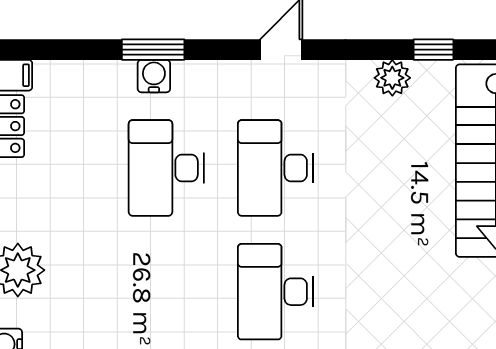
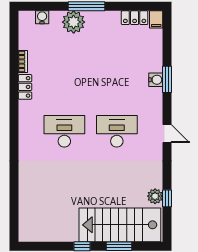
plant: (392, 78) -> (155, 196), moved
desk: (166, 168) -> (117, 85), removed

